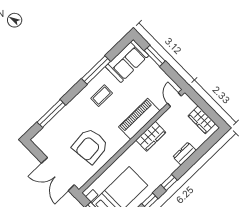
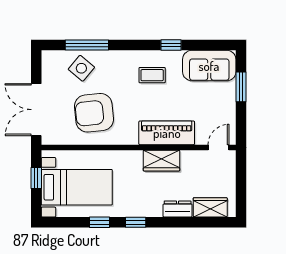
window: (96, 70) -> (171, 45), width x0.46
wardrobe: (202, 120) -> (210, 207), moved, turned 90
side table: (60, 129) -> (81, 68), added

